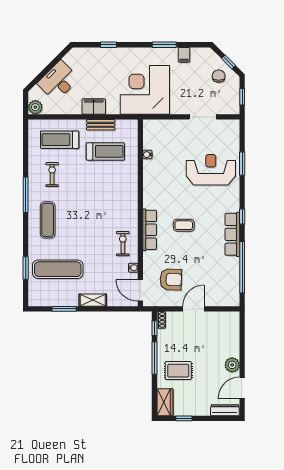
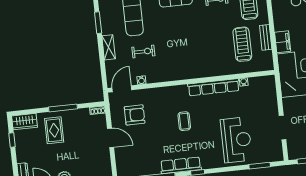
filing cabinet: (94, 107) -> (283, 42), moved
treadmill: (105, 151) -> (242, 44), turned 180
window: (242, 164) -> (260, 166), moved
row of seats: (150, 230) -> (214, 87), moved, width x1.36
exercise bike: (123, 244) -> (143, 51), moved
armchair: (171, 279) -> (135, 115), turned -92
window: (155, 328) -> (90, 105), removed

